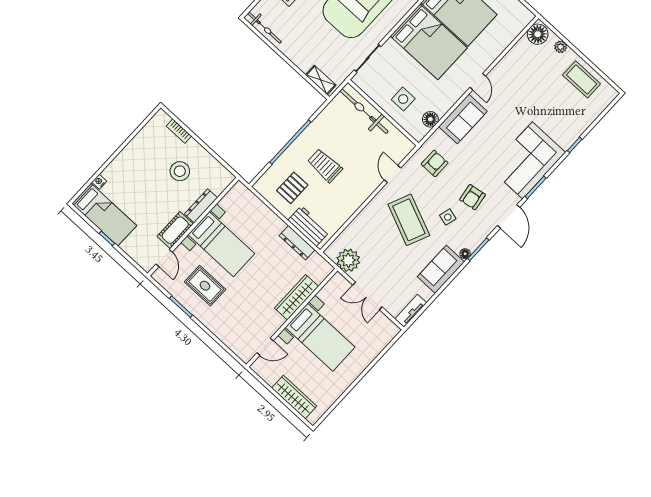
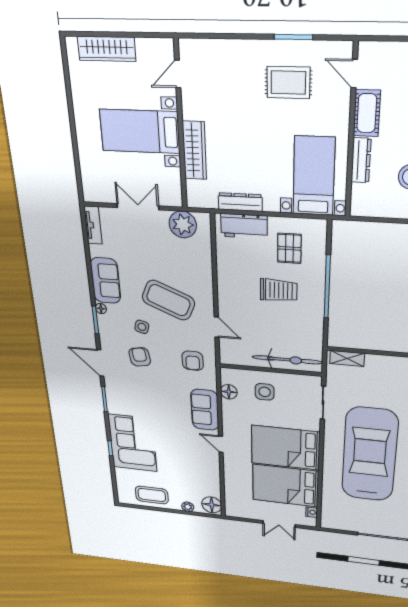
corner sofa: (527, 160) -> (133, 443), moved
bed with nightstands: (221, 244) -> (314, 176), moved, turned 90

